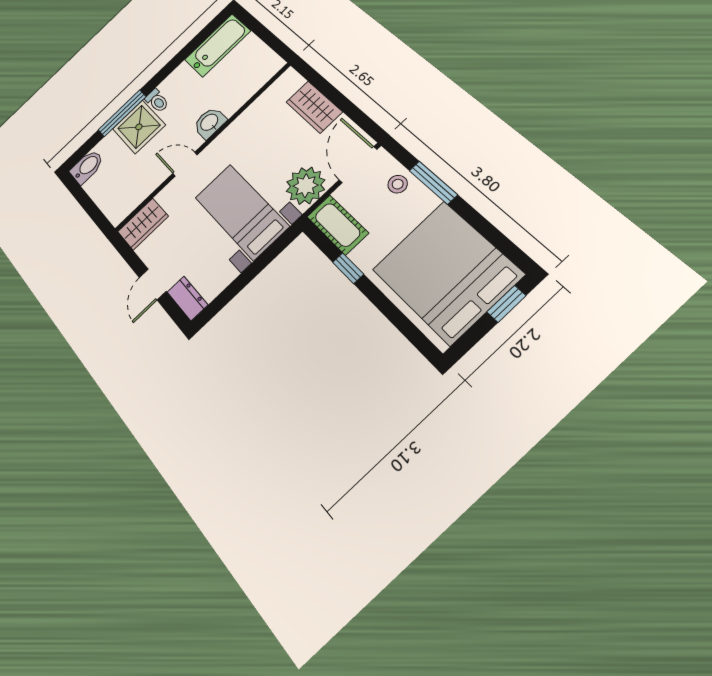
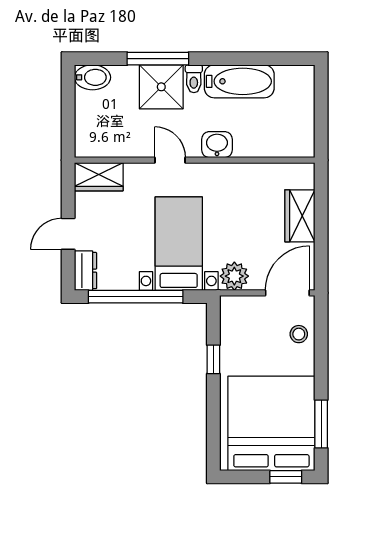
bathtub: (218, 45) -> (239, 81), moved
window: (433, 183) -> (321, 424), moved
plant: (306, 186) -> (234, 276), width x0.73, depth x0.73
cot: (338, 225) -> (234, 322), removed
window: (242, 280) -> (136, 297), added

